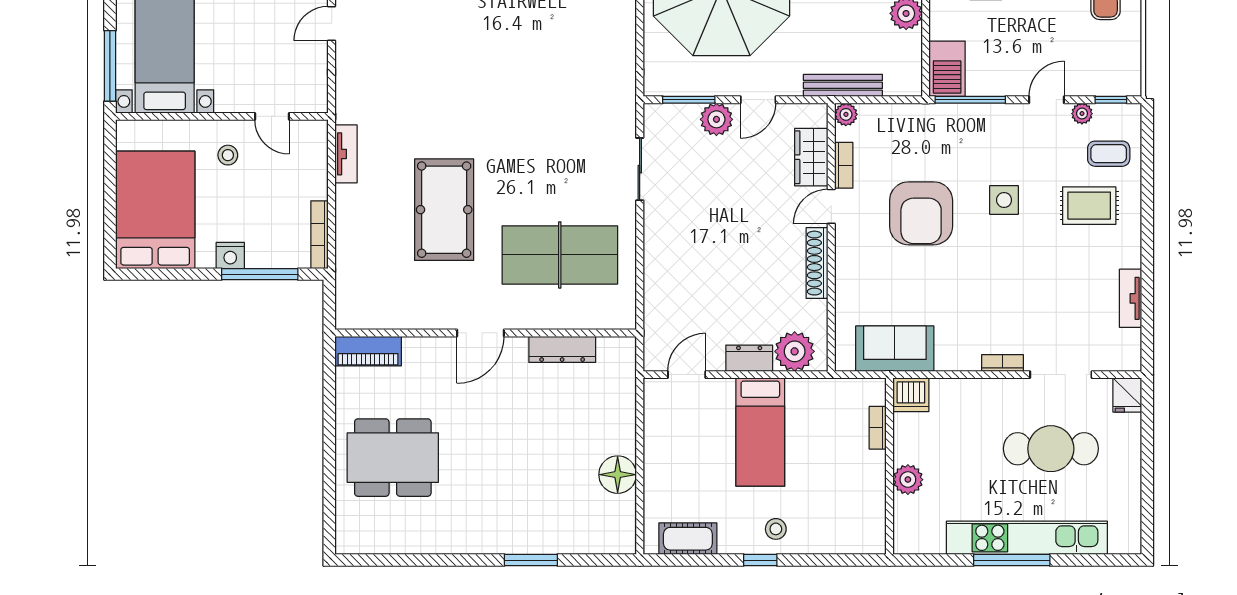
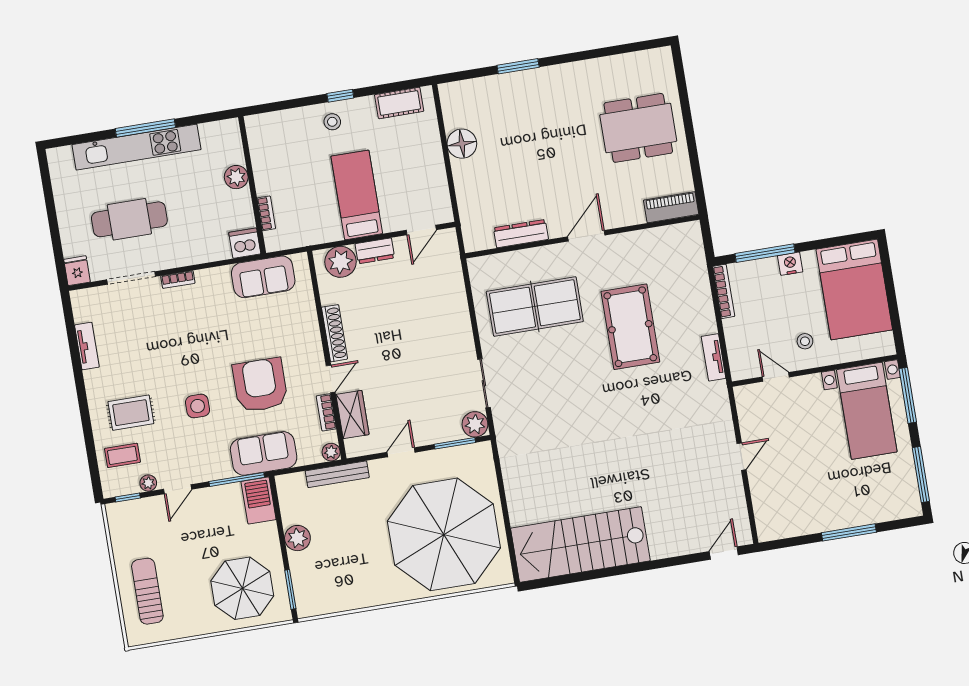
plant: (716, 119) -> (475, 424), moved
sofa: (931, 127) -> (264, 453), added

